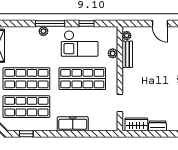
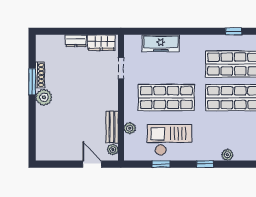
window: (50, 24) -> (205, 164), width x0.46
door: (160, 24) -> (92, 164), moved
plant: (43, 31) -> (227, 155), moved
freezer: (73, 124) -> (161, 43), moved

